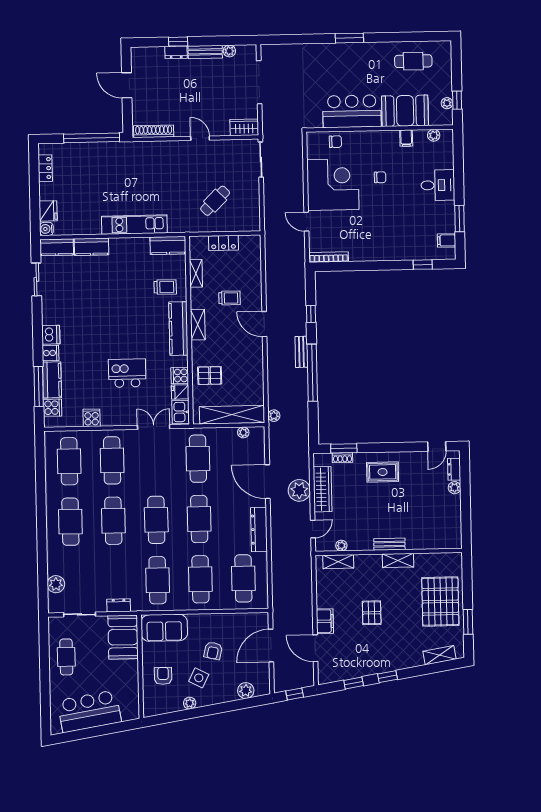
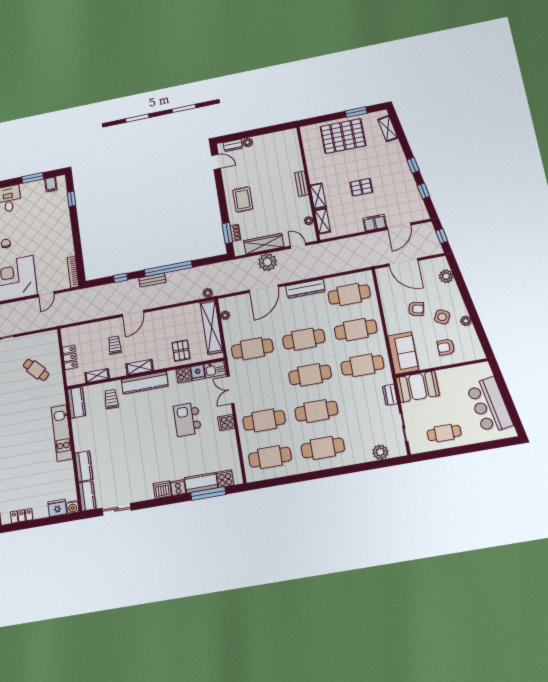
cooker: (92, 418) -> (226, 422), moved
shelving: (398, 560) -> (318, 196), moved

